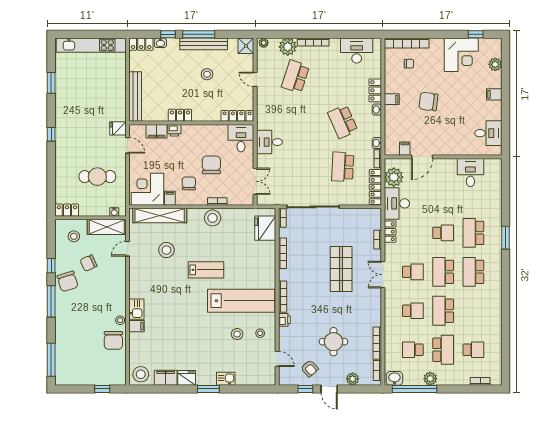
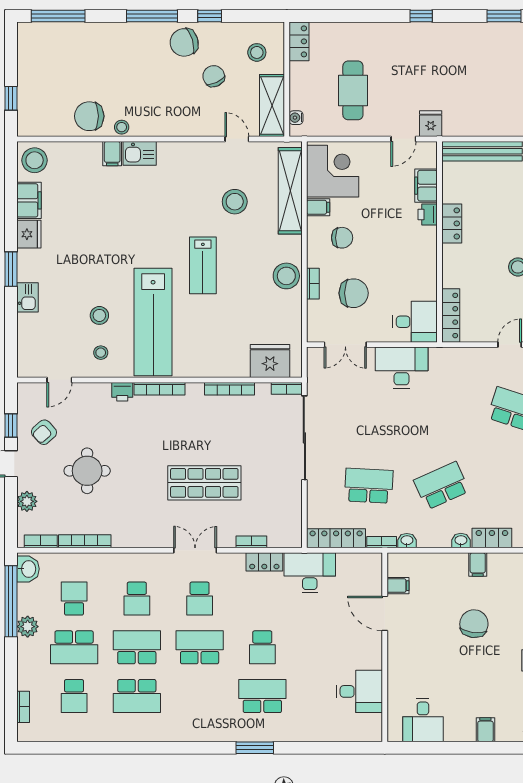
desk: (269, 142) -> (402, 368), width x1.37
chair: (211, 165) -> (354, 293), moved
plant: (394, 177) -> (352, 568), removed
school desk: (473, 272) -> (137, 696), moved, turned 180

